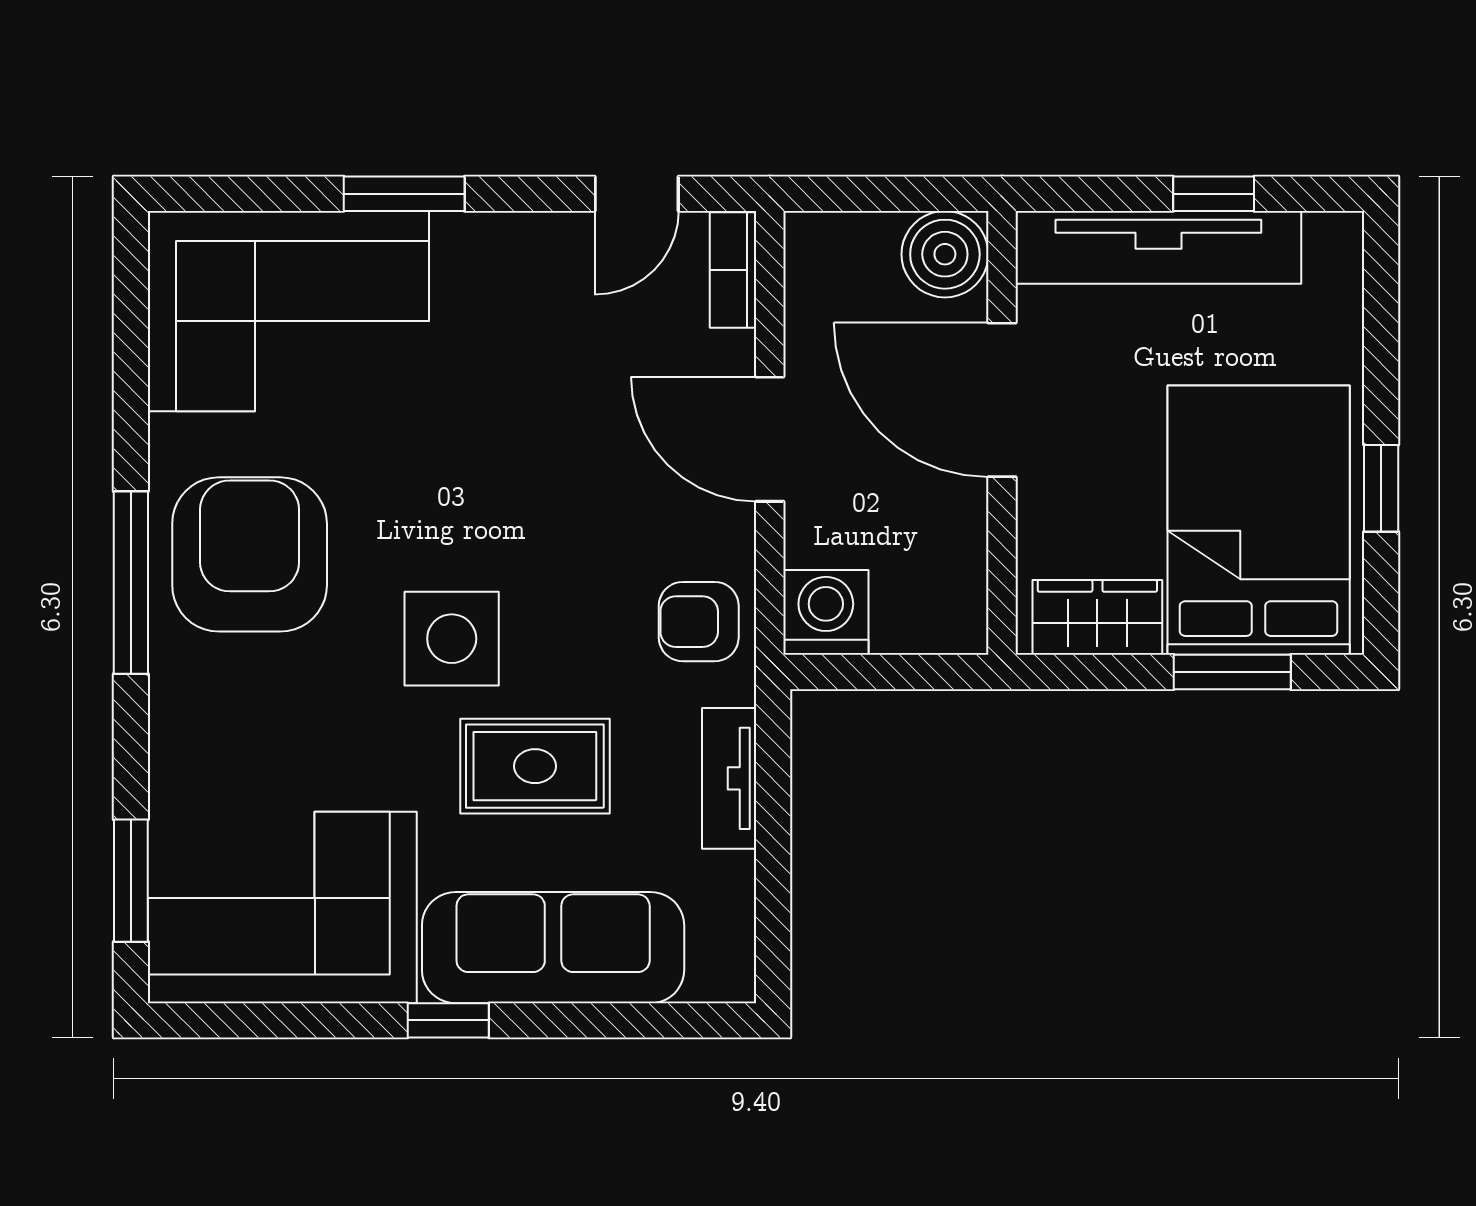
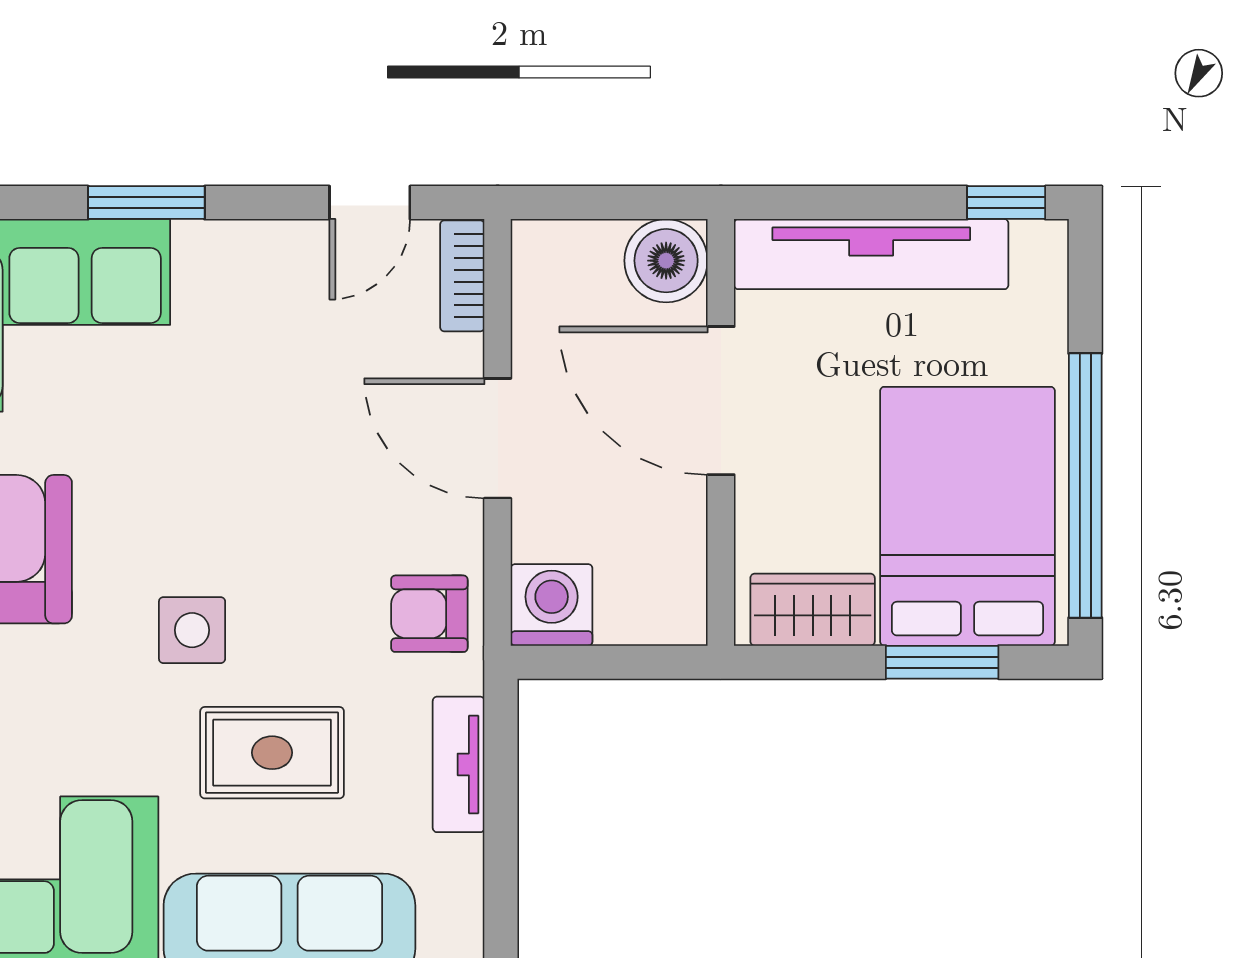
window: (1214, 194) -> (1006, 203), moved
window: (1381, 488) -> (1085, 486), width x3.17
side table: (452, 639) -> (192, 630), width x0.73, depth x0.73

